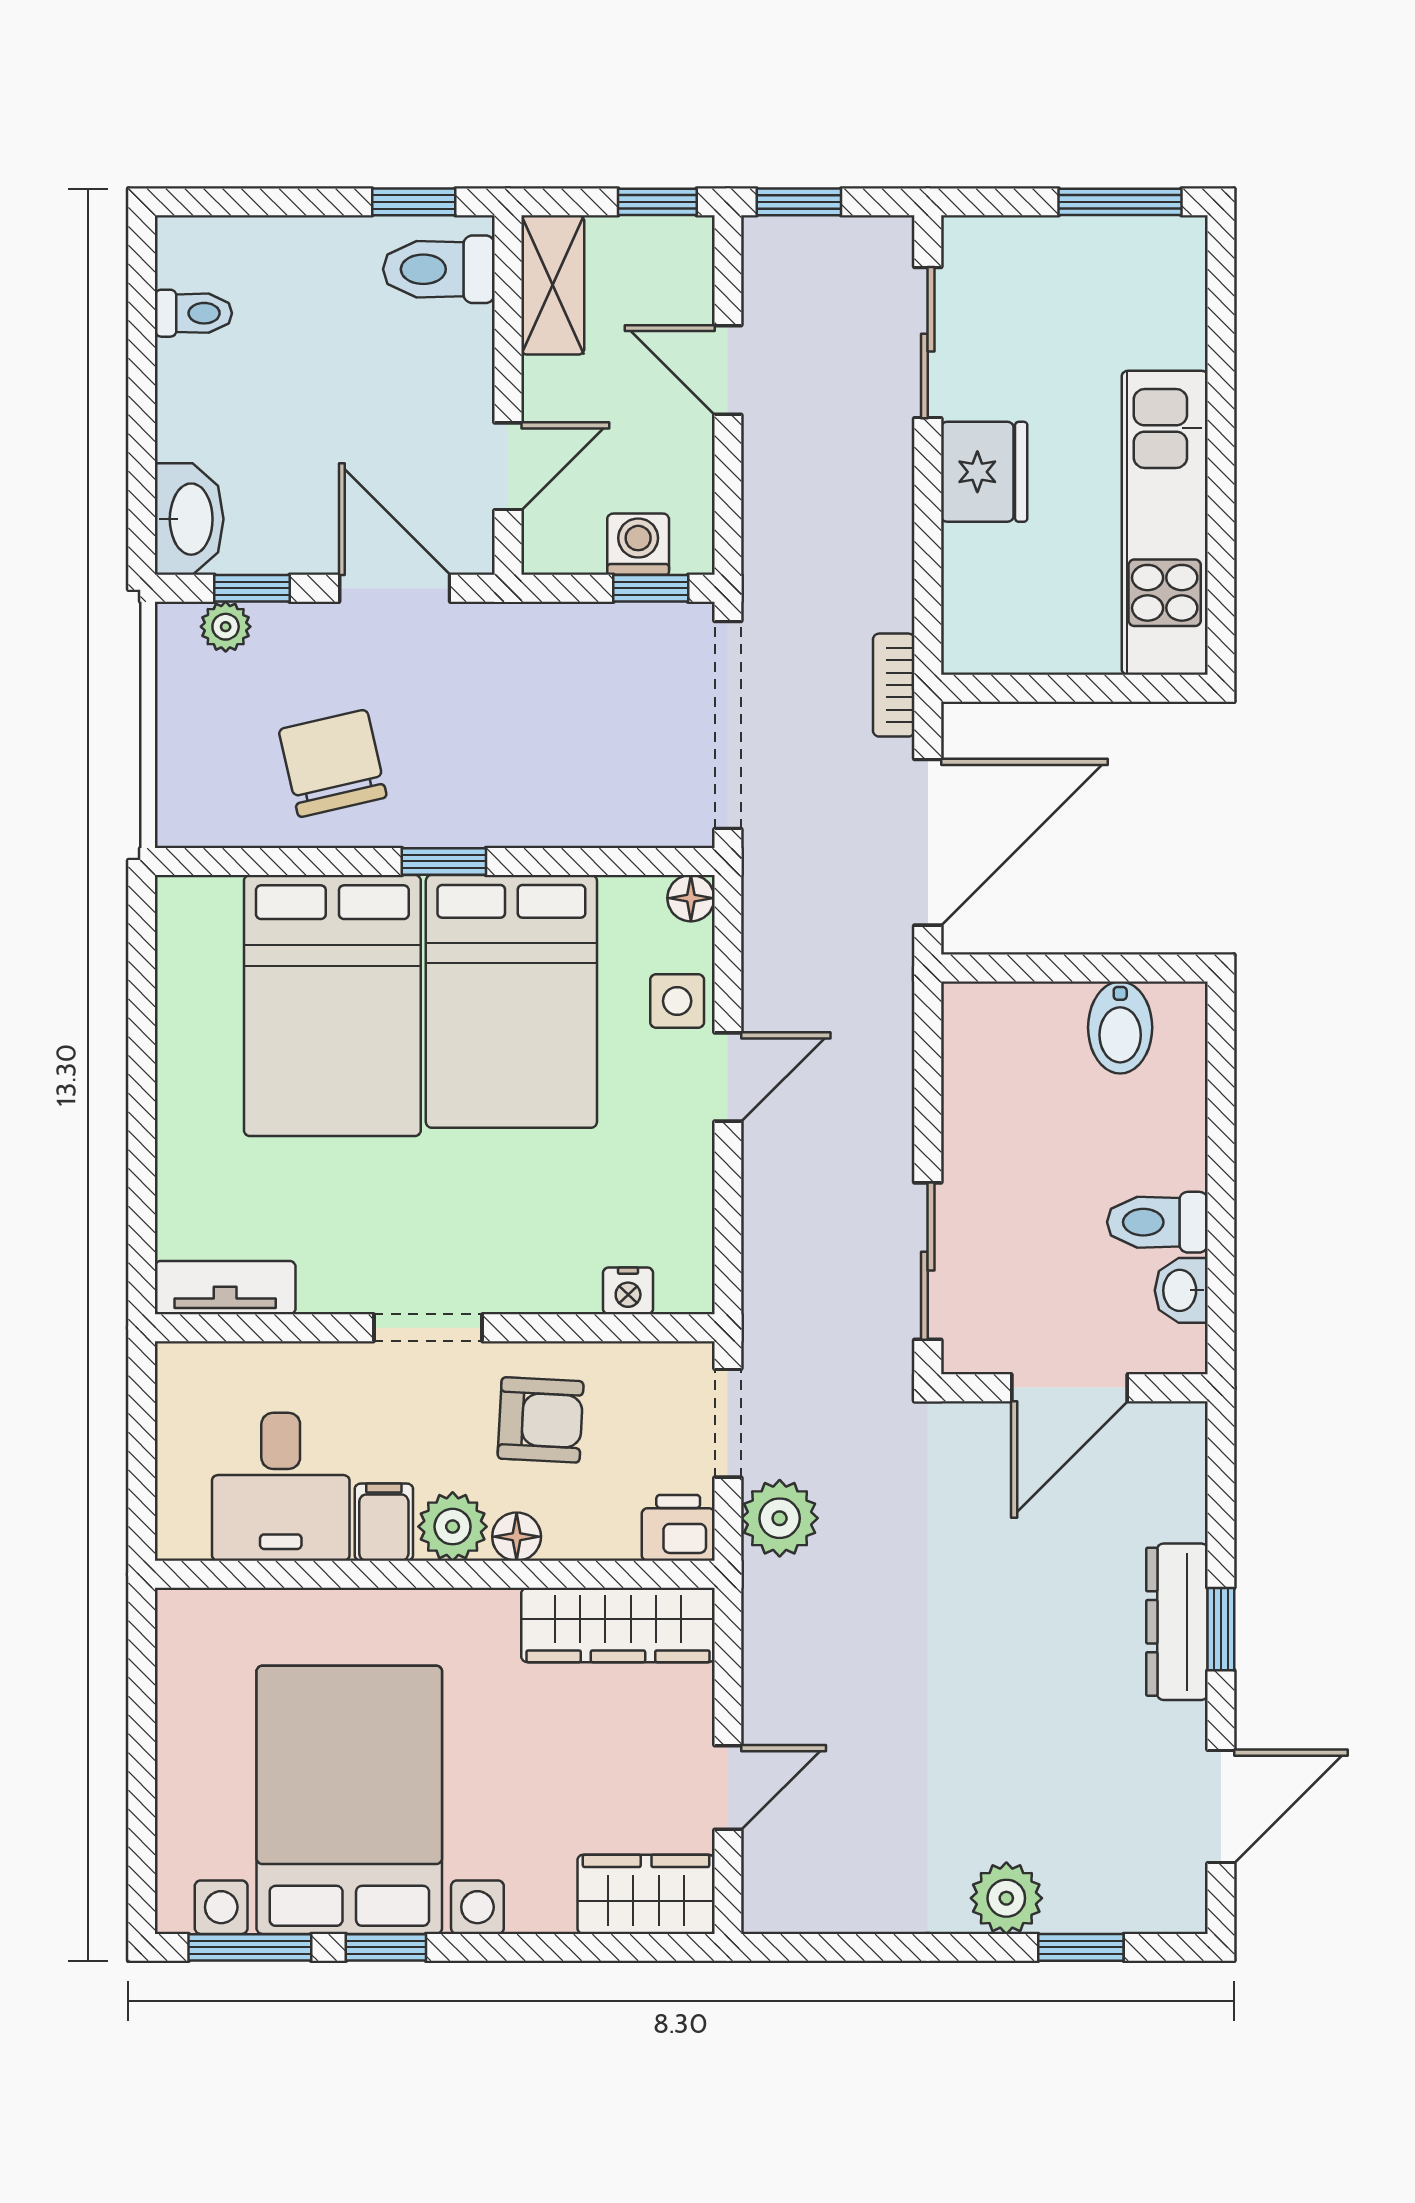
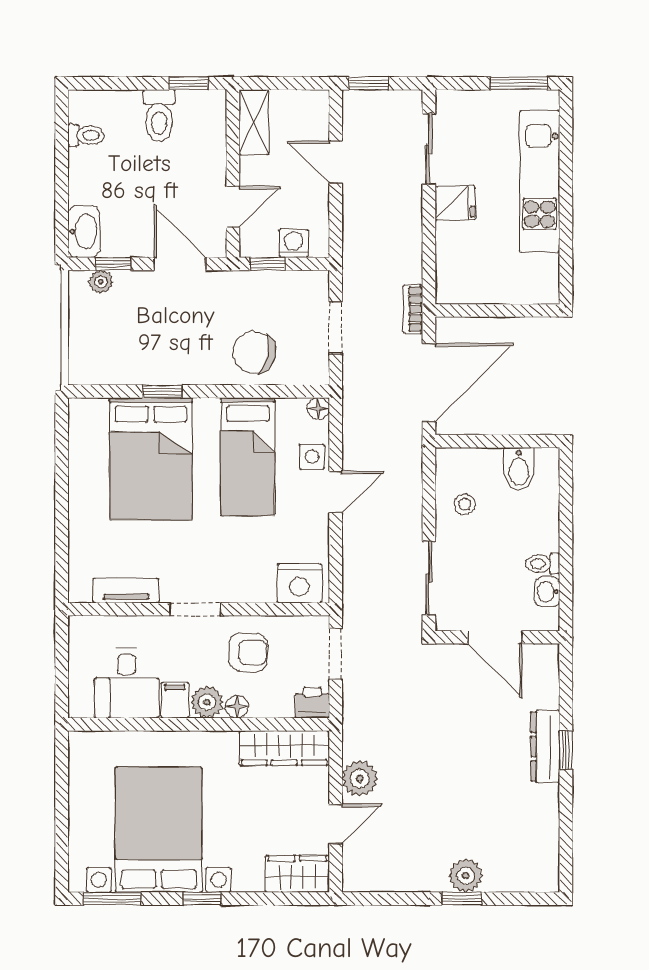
window: (657, 202) -> (303, 83), removed
toilet: (439, 269) -> (159, 116), moved, turned -90
fridge: (984, 472) -> (455, 203), width x0.72
kitchen unit: (1165, 523) -> (540, 181), moved
window: (651, 588) -> (268, 264), moved
doorway: (728, 725) -> (336, 328), width x0.53
chair: (333, 763) -> (254, 352), moved, turned -64
window: (444, 861) -> (162, 391), moved
bed: (511, 1001) -> (248, 457), width x0.67
stool: (1004, 1103) -> (465, 504), added
toilet: (1157, 1222) -> (543, 564), width x0.73, depth x0.72
tv unit: (225, 1288) -> (126, 590), moved
nightstand: (628, 1291) -> (299, 583), width x1.89, depth x1.79
door: (1070, 1388) -> (495, 637), hinge flipped
plant: (780, 1518) -> (360, 779), moved
door: (1221, 1807) -> (566, 833), removed
window: (386, 1947) -> (202, 899), moved
window: (1081, 1947) -> (462, 899), moved

